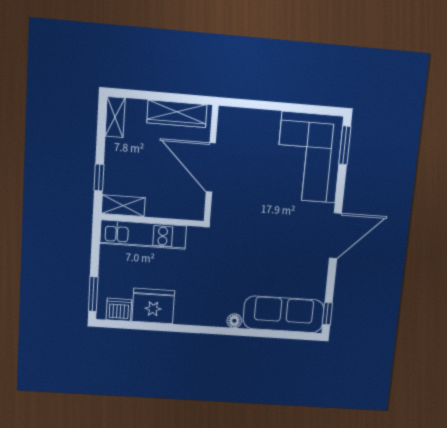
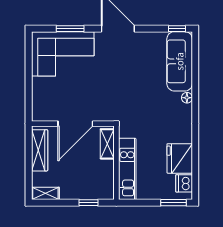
window: (345, 145) -> (70, 29), moved
shelving: (123, 206) -> (107, 144), moved

